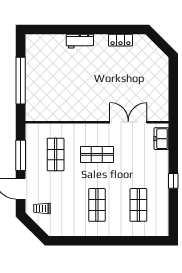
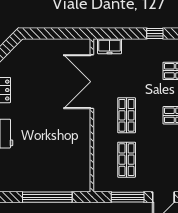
double door: (128, 122) -> (92, 82), width x1.36
shop shelf: (56, 154) -> (127, 160), turned 90

